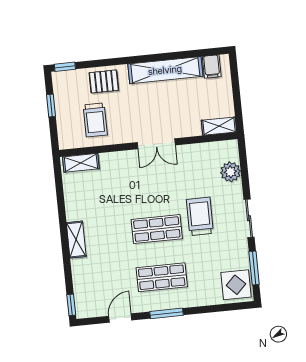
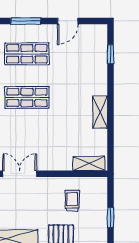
trolley: (95, 120) -> (72, 201), width x0.73, depth x0.72
shelving: (76, 240) -> (100, 112), moved
window: (71, 305) -> (110, 54), moved

